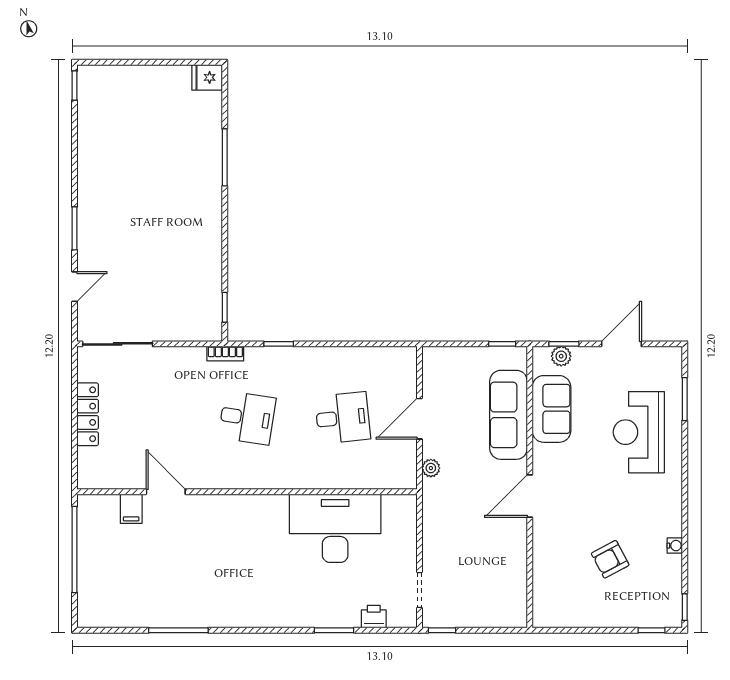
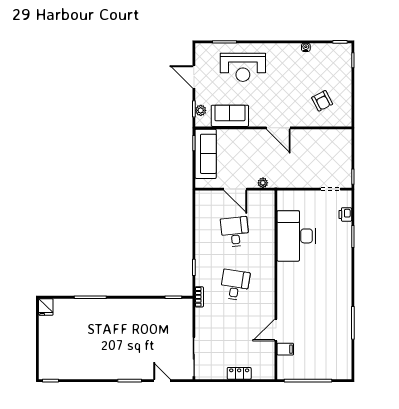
locker: (88, 414) -> (239, 373), width x0.66
sofa: (509, 415) -> (206, 154), moved, turned -90
armchair: (610, 559) -> (322, 101), moved

